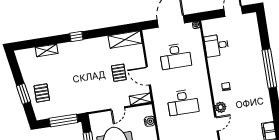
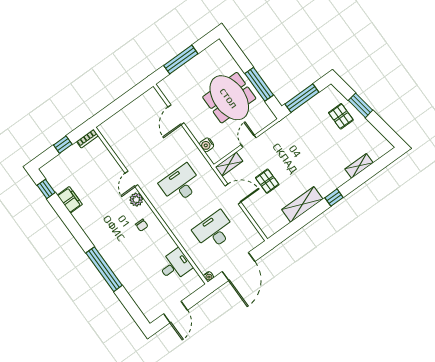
shelving: (125, 39) -> (302, 204), moved

